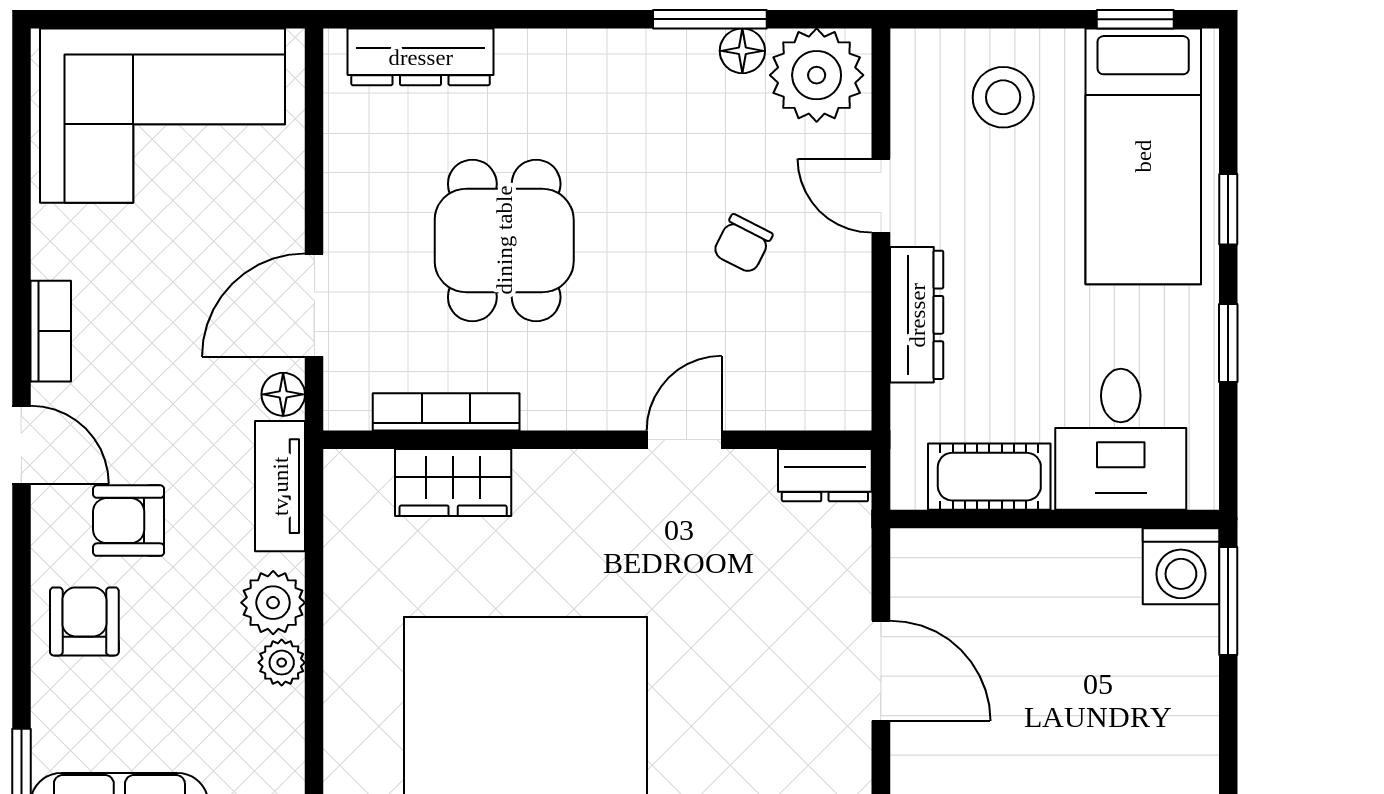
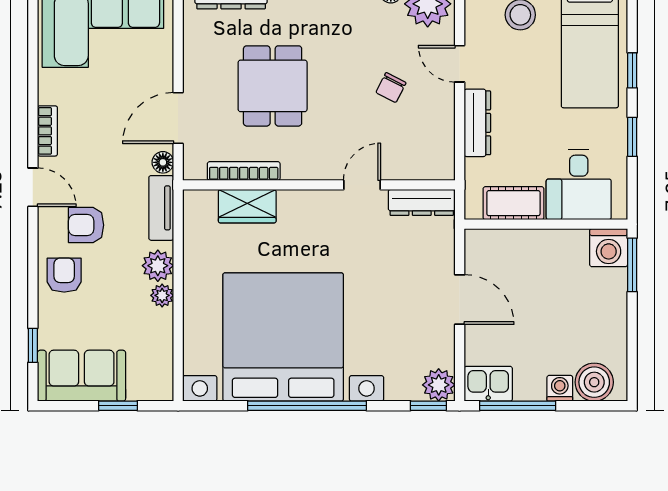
dresser: (825, 475) -> (422, 202), width x1.44

